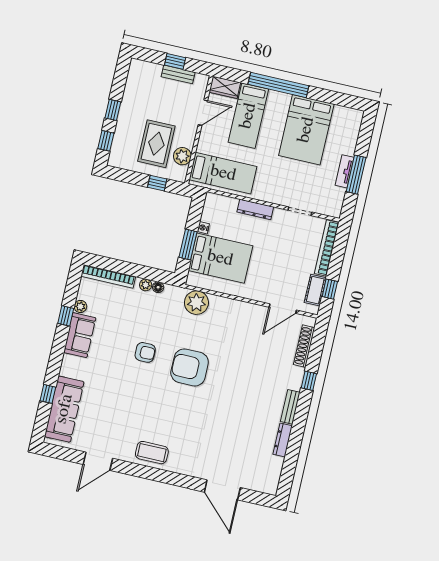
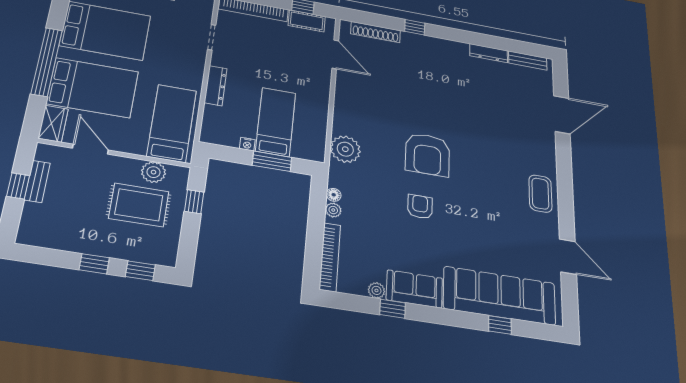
bed: (248, 116) -> (93, 88), width x1.50
bed: (220, 258) -> (276, 122), width x0.67
bench: (290, 407) -> (528, 61), moved
sofa: (64, 409) -> (500, 296), width x1.36, depth x1.27

